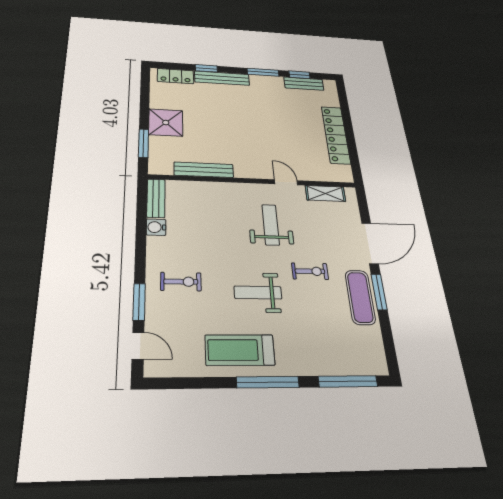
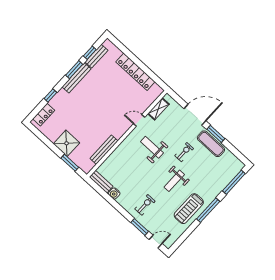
bench: (222, 78) -> (76, 78), moved
door: (370, 243) -> (195, 115), hinge flipped

